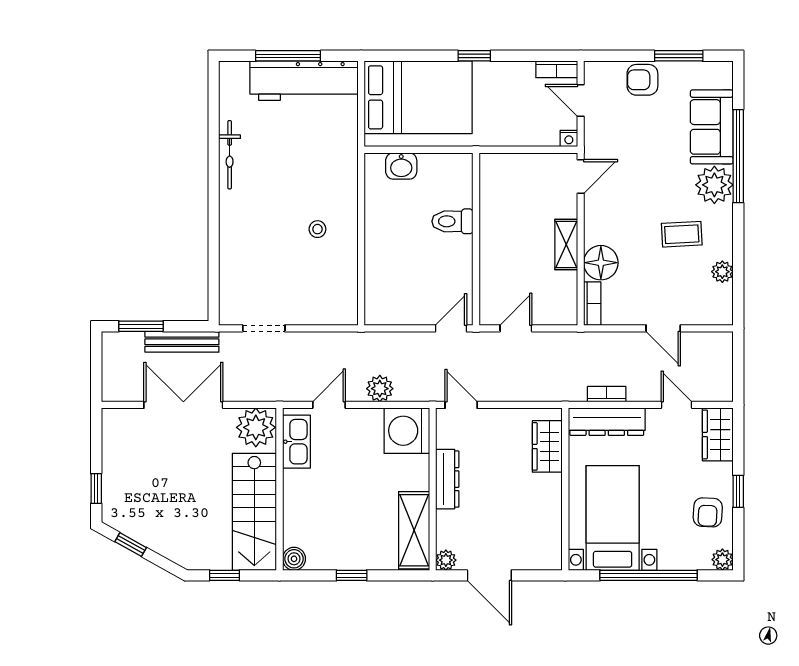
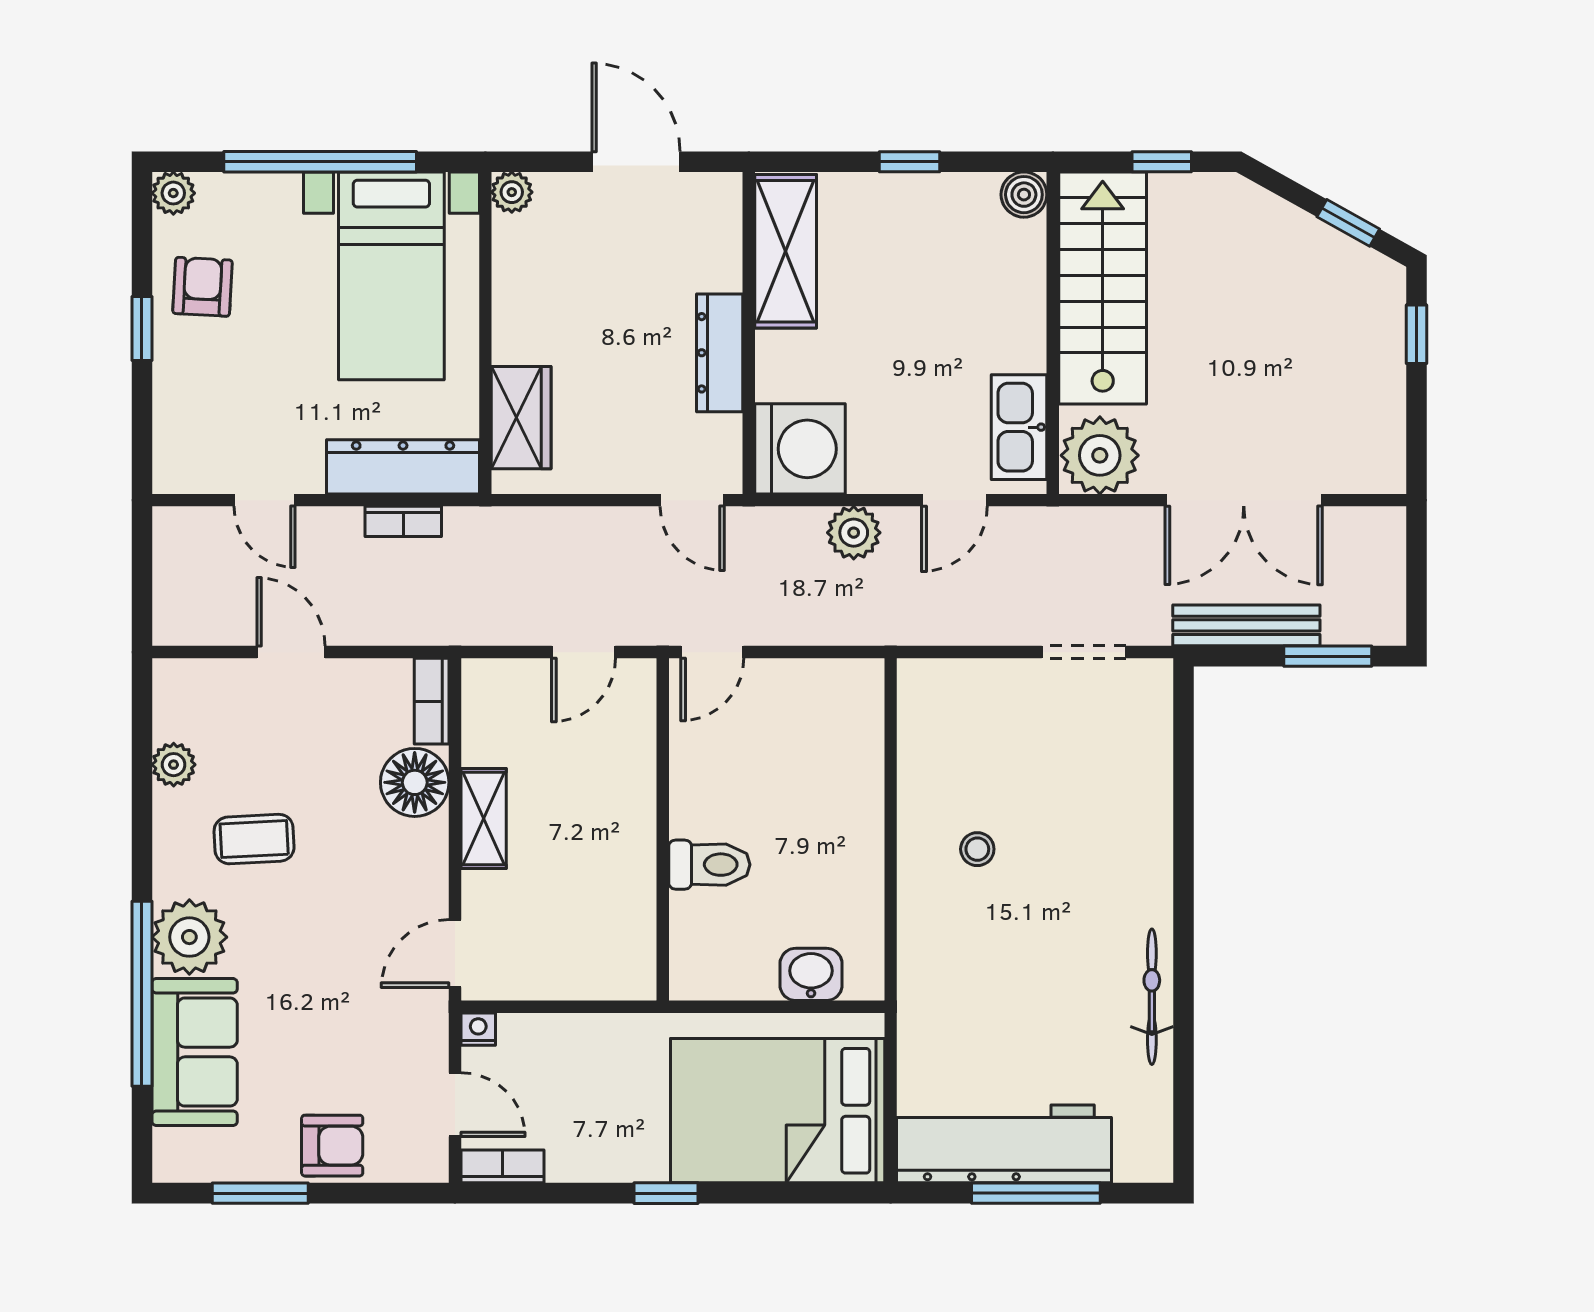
wardrobe: (718, 434) -> (183, 441), removed
plant: (446, 560) -> (512, 192), moved

